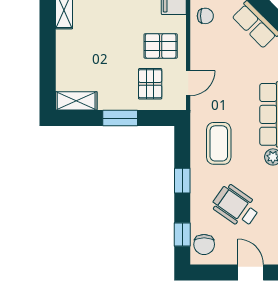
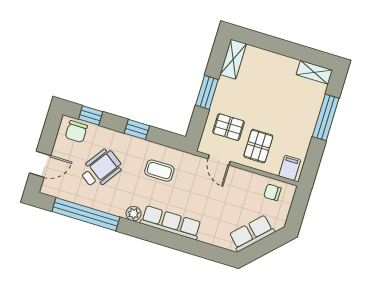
chair: (205, 16) -> (272, 192), turned 90
coffee table: (219, 143) -> (159, 171), width x0.73, depth x0.77
chair: (204, 244) -> (76, 132), turned -90

